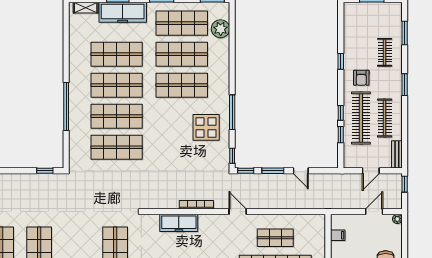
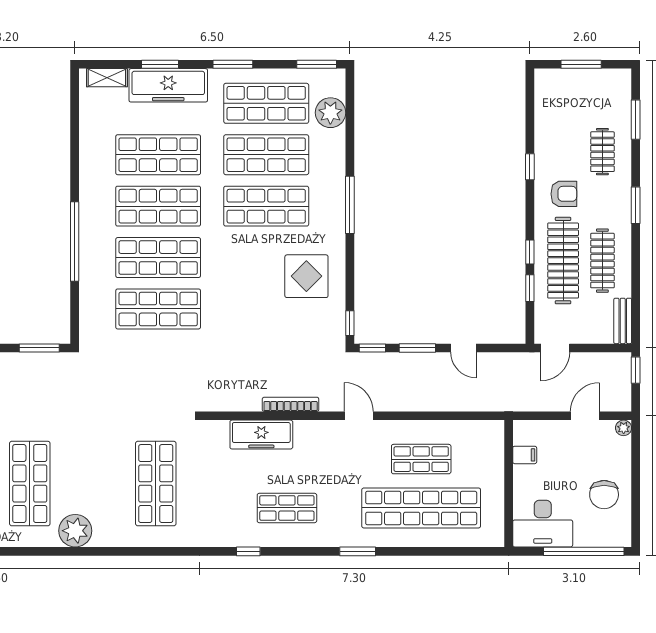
armchair: (361, 78) -> (564, 194), turned -90
window: (232, 112) -> (350, 205), moved
window: (45, 171) -> (39, 348), width x1.50
door: (371, 171) -> (555, 348), moved

